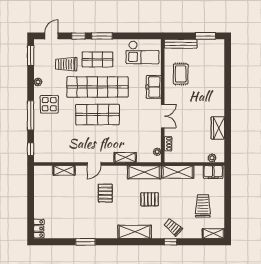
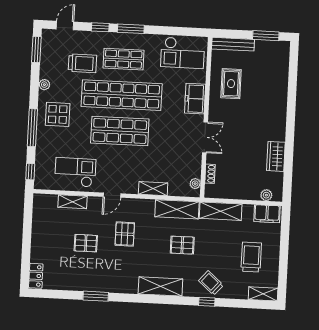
trolley: (66, 64) -> (82, 63), turned 180
checkout: (65, 148) -> (75, 172), added
pallet: (76, 202) -> (86, 243), added

